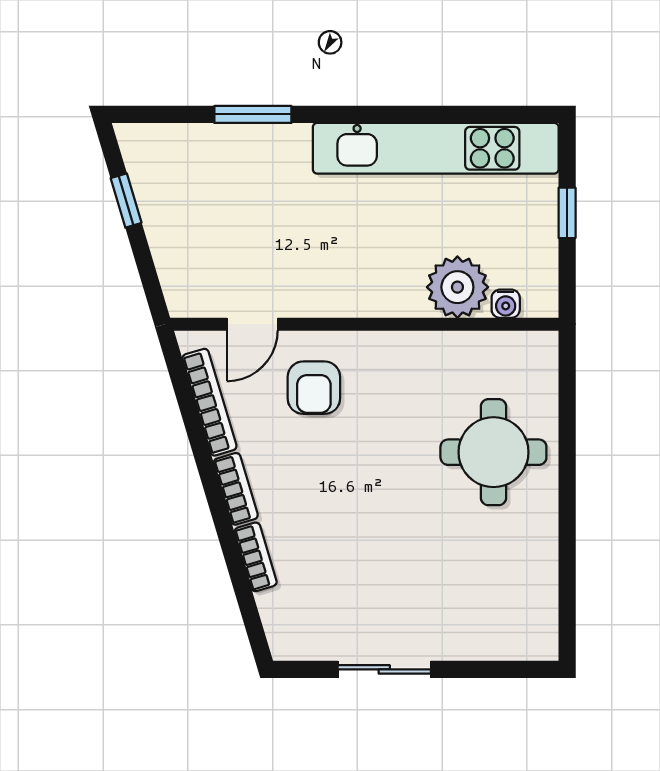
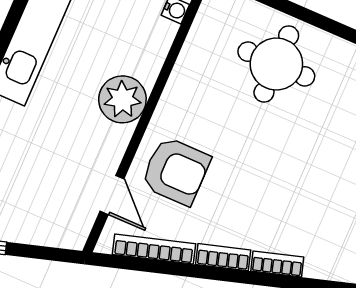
plant: (457, 287) -> (122, 99), moved
armchair: (314, 388) -> (176, 171), width x1.38, depth x1.38

